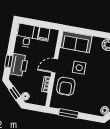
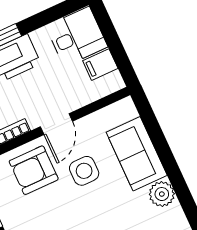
sofa: (76, 42) -> (137, 154), moved
door: (55, 66) -> (56, 124), swing flipped

